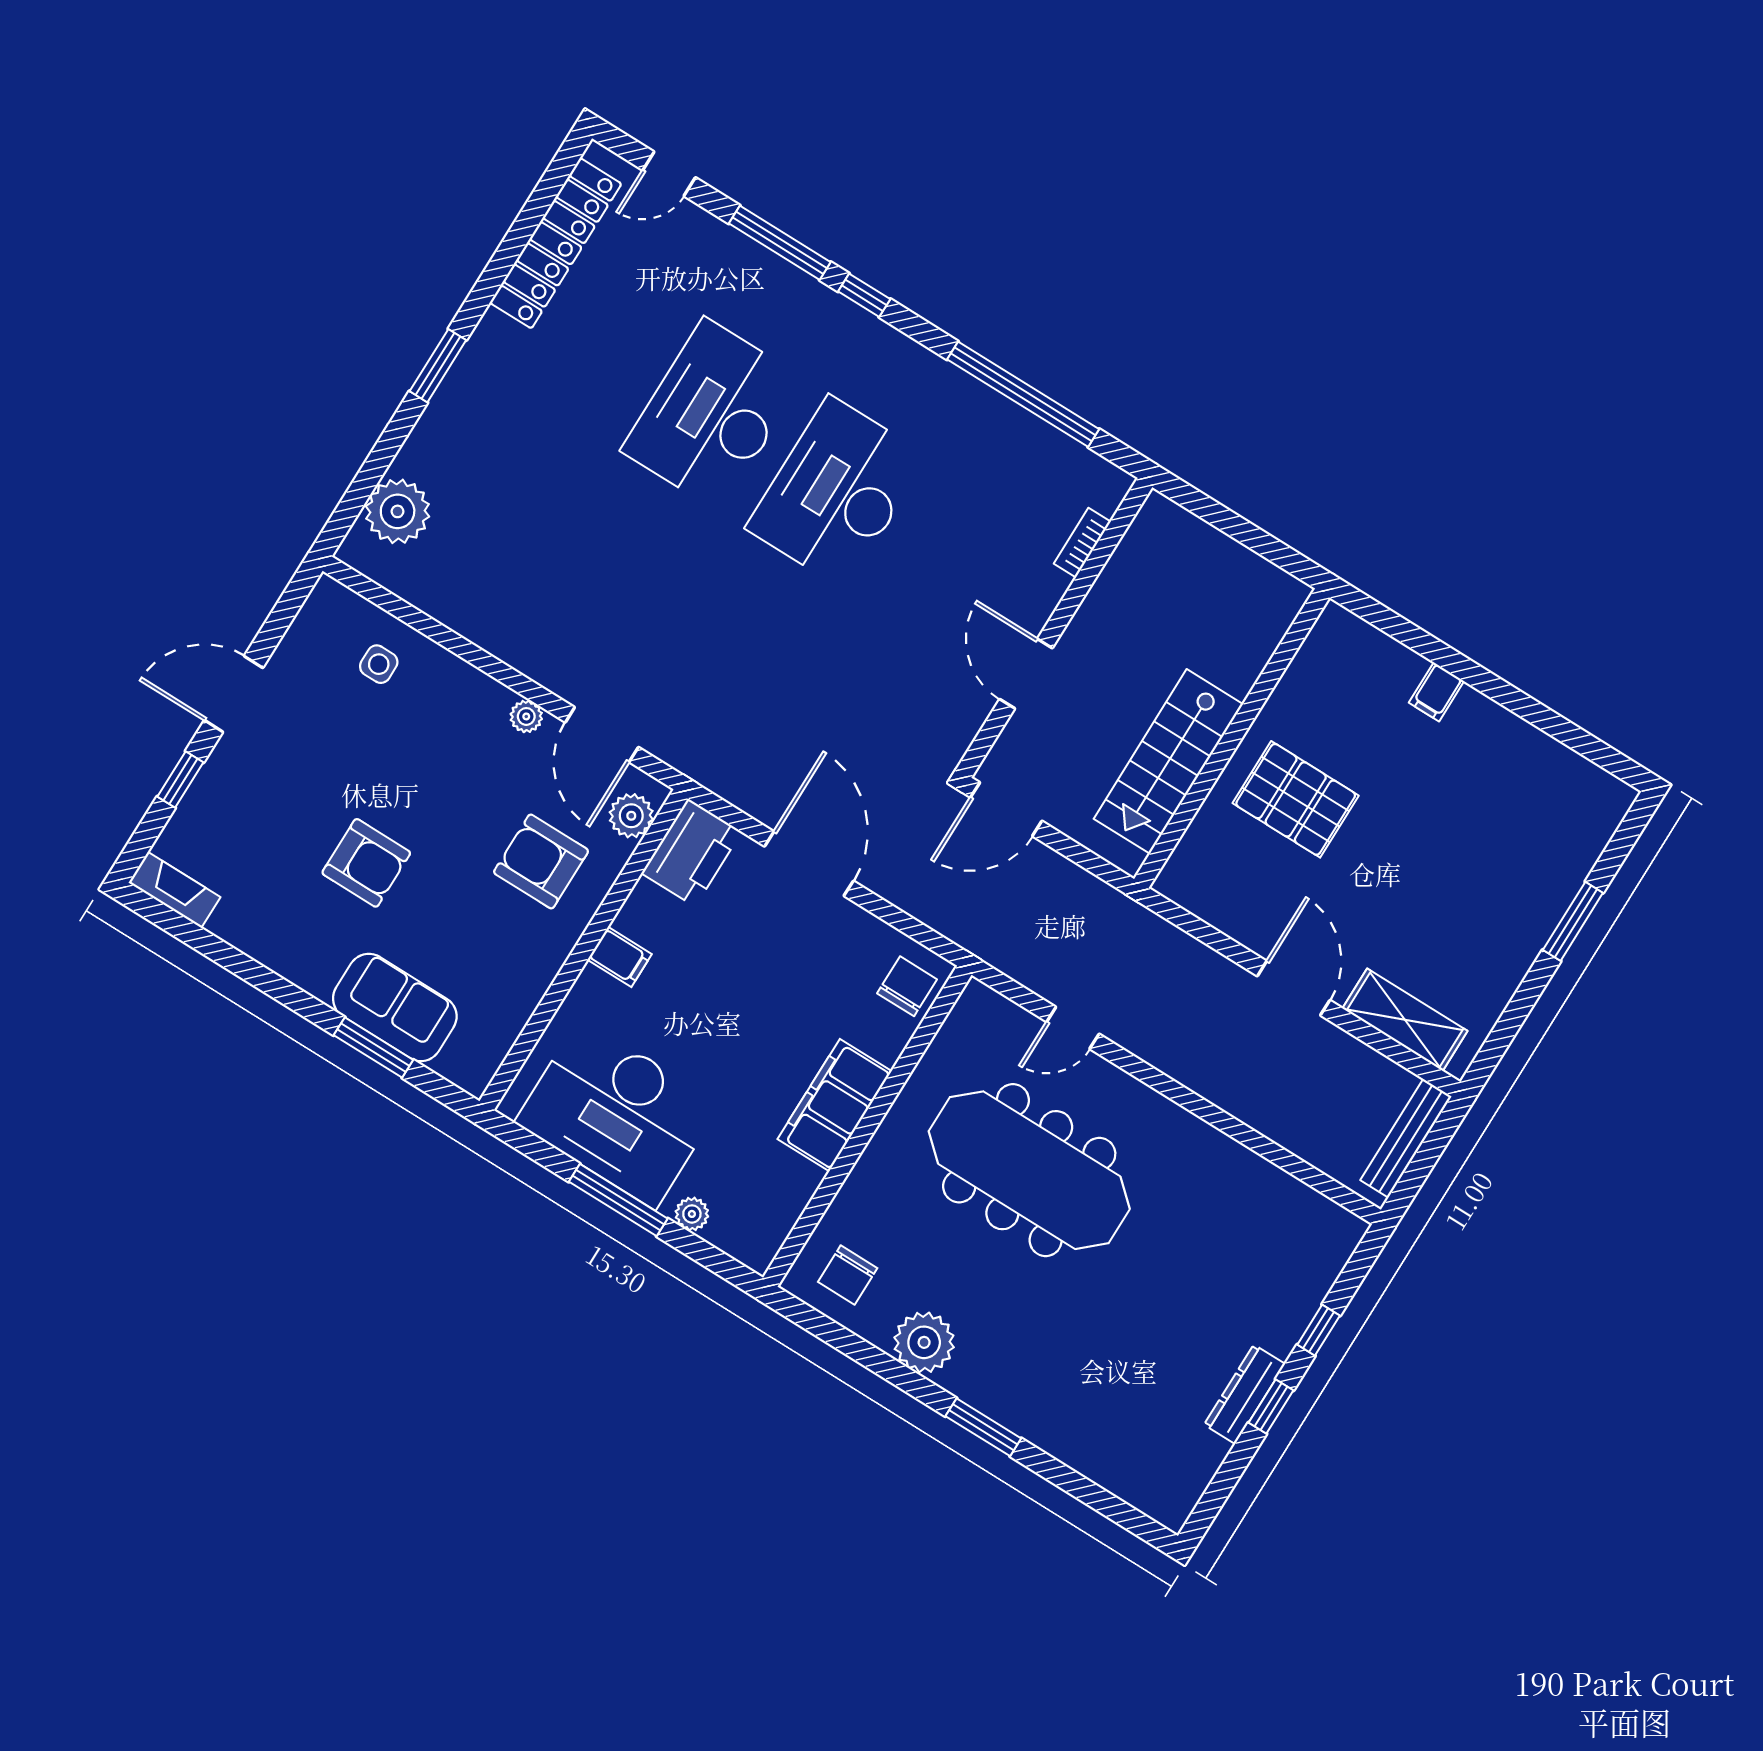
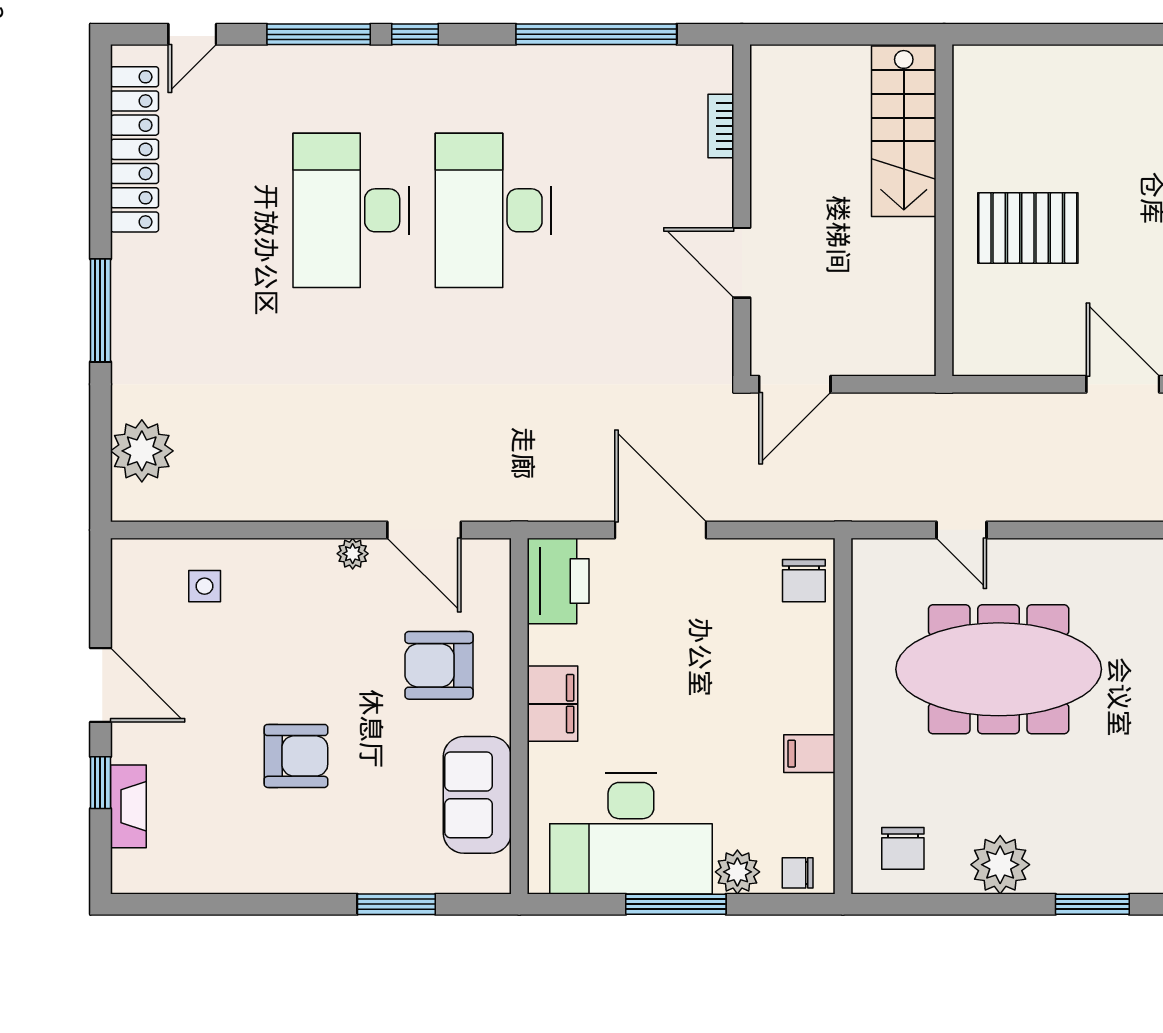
window: (438, 366) -> (100, 310), width x1.44
filing cabinet: (1436, 692) -> (1089, 67), removed
door: (234, 694) -> (100, 685), swing flipped
stairs: (1168, 761) -> (904, 131), moved
plant: (631, 816) -> (490, 582), removed
fireplace: (174, 890) -> (128, 806), moved, turned 90
filing cabinet: (620, 957) -> (552, 704), width x2.00
chair: (907, 986) -> (804, 581), turned 180
sofa: (395, 1007) -> (477, 795), moved, turned -90
door: (1073, 1028) -> (962, 530), hinge flipped
filing cabinet: (835, 1105) -> (809, 754), width x0.33, depth x0.86
plant: (692, 1214) -> (737, 872), width x1.38, depth x1.38
chair: (742, 1239) -> (798, 873), added

